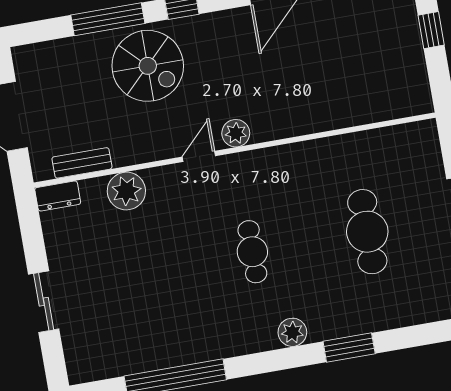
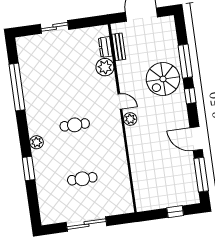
dresser: (58, 196) -> (105, 47), moved
cafe table: (367, 232) -> (82, 179), width x0.73, depth x0.74

